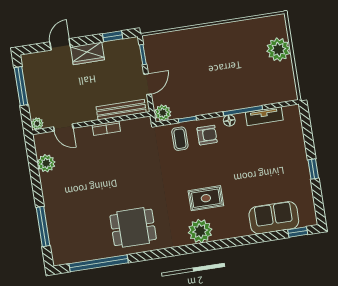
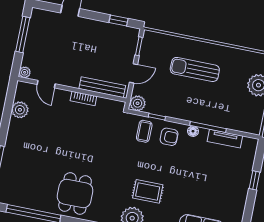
wardrobe: (88, 53) -> (91, 27), removed
sun lounger: (208, 57) -> (195, 69), added
window: (313, 169) -> (254, 180), moved
dining table: (133, 227) -> (75, 193), turned 90

